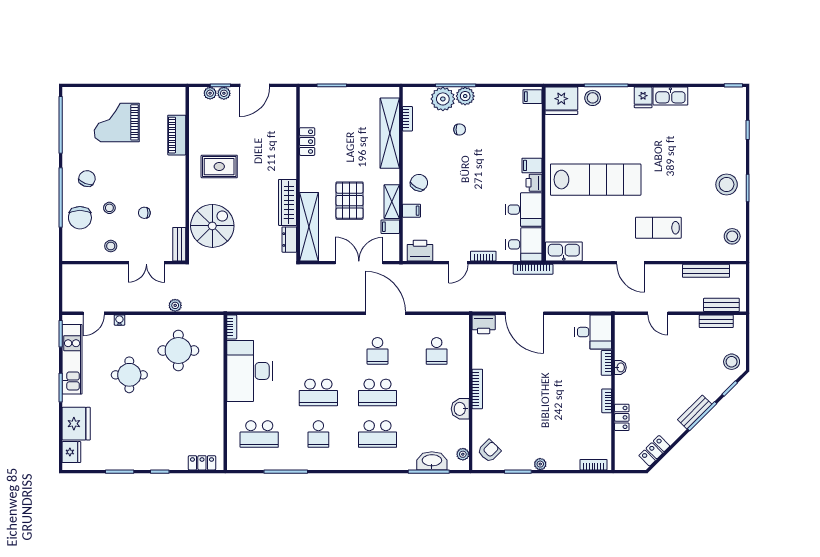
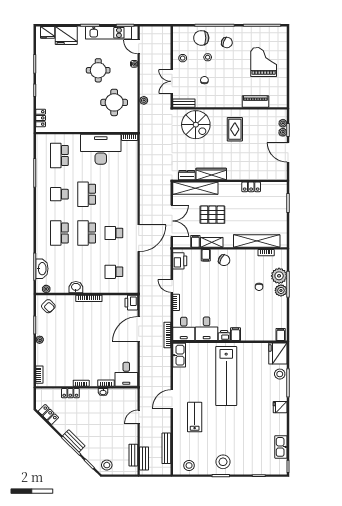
kitchen sink: (670, 96) -> (281, 447), moved

